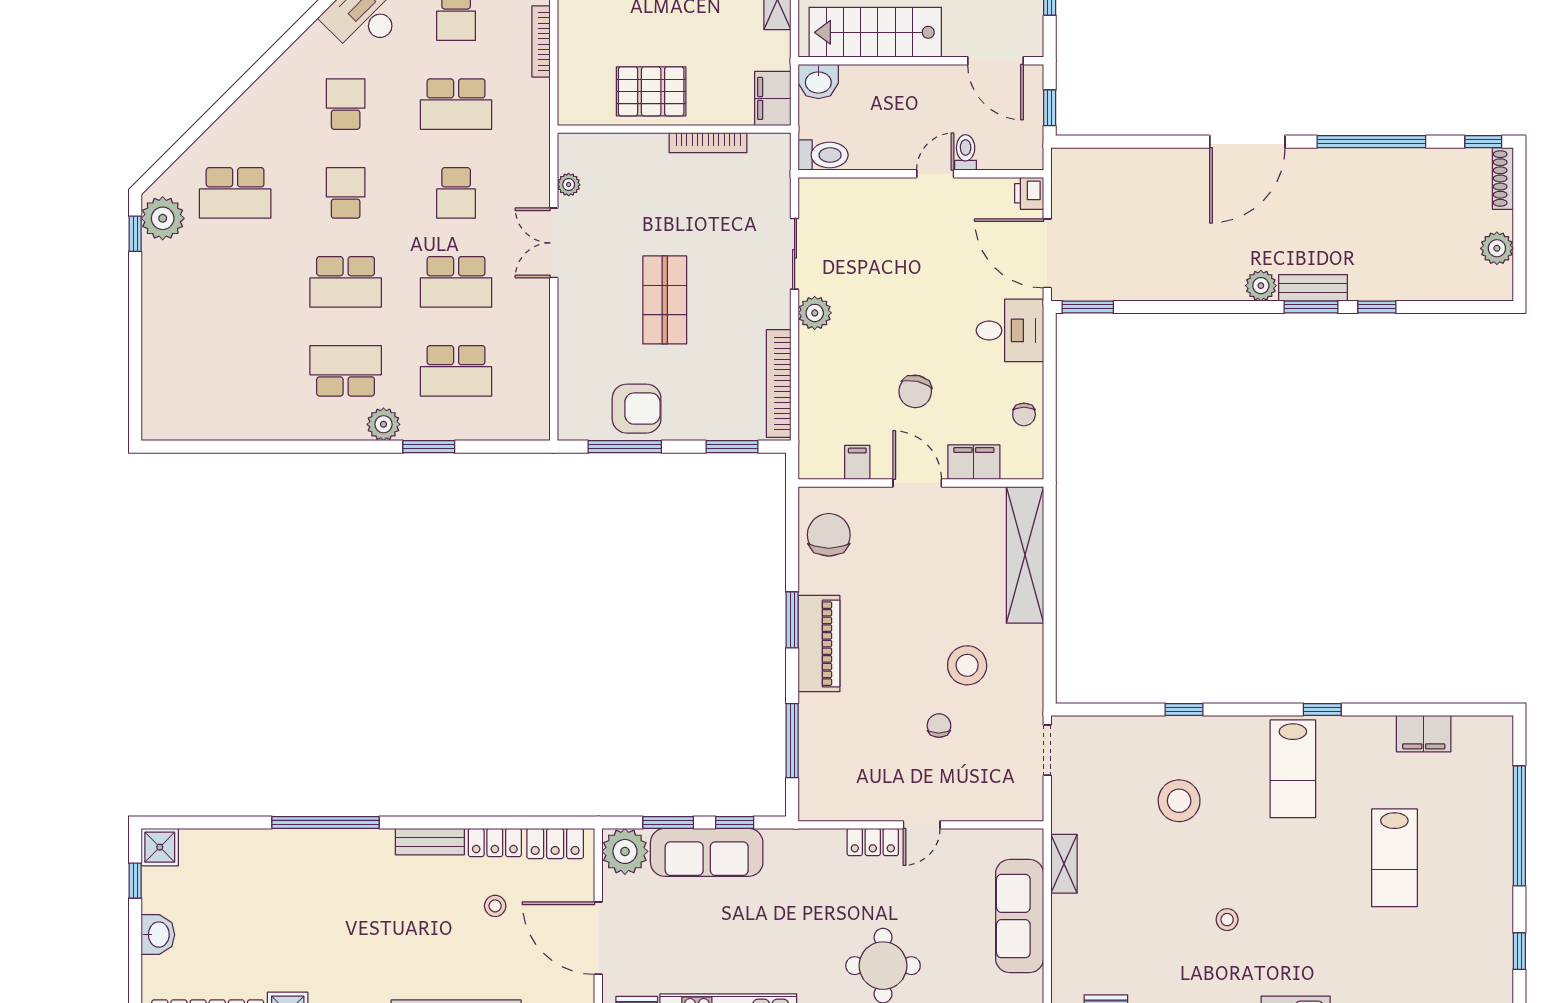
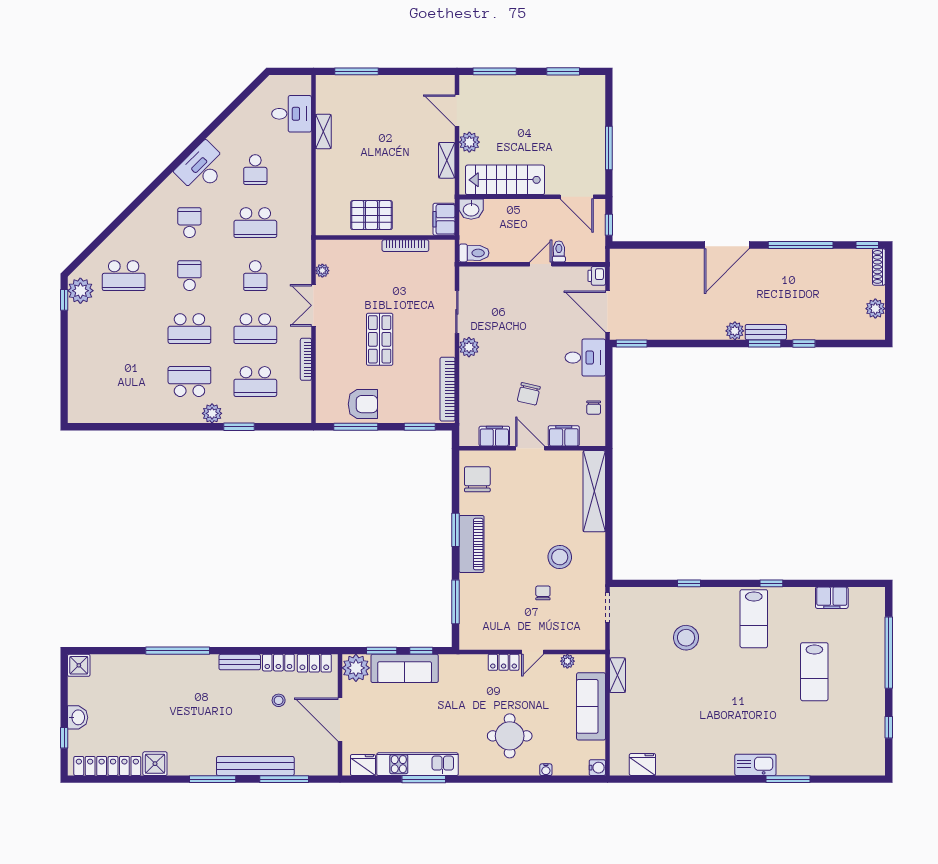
bookcase: (541, 41) -> (306, 359), moved
filing cabinet: (857, 462) -> (494, 436), width x2.00
plant: (980, 840) -> (567, 661), added
window: (135, 881) -> (64, 738), moved
stool: (1227, 920) -> (715, 708), removed

